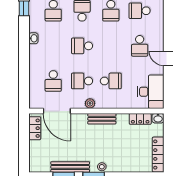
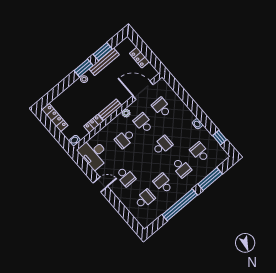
school desk: (140, 46) -> (126, 177), turned 180
school desk: (82, 81) -> (143, 123), turned -90
locker: (140, 119) -> (94, 124), moved
locker: (35, 128) -> (139, 58), moved

